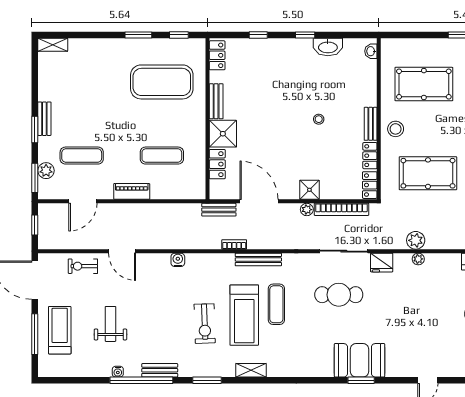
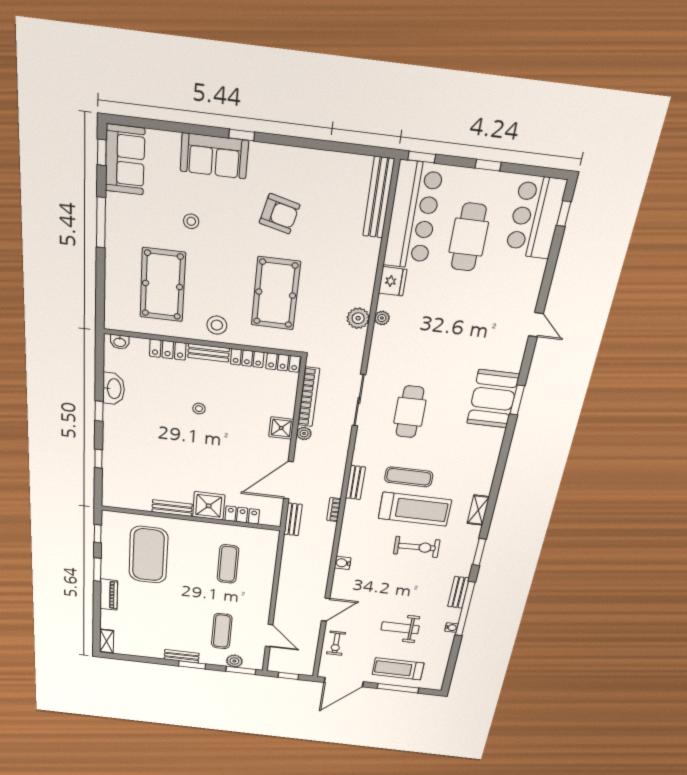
locker: (217, 55) -> (168, 350), moved, turned 180
piano: (132, 191) -> (109, 595), moved, turned 180
bench: (258, 259) -> (355, 483), width x0.73
fridge: (382, 263) -> (393, 281), moved

